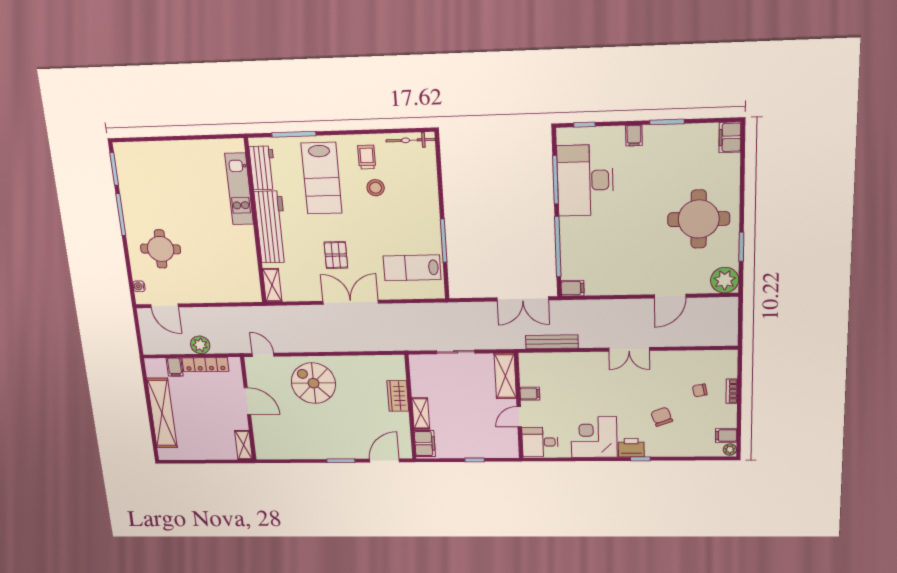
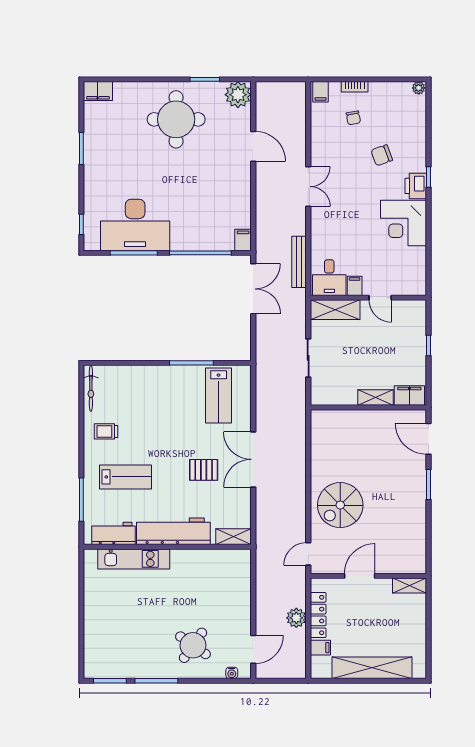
filing cabinet: (634, 136) -> (93, 179), removed
lab bench: (322, 178) -> (125, 477), width x0.73, depth x0.72
stool: (376, 188) -> (136, 425), removed
round table: (161, 249) -> (193, 645), turned 32
wardrobe: (398, 396) -> (356, 420), removed
filing cabinet: (726, 436) -> (321, 92), moved
desk: (540, 442) -> (329, 278), moved

